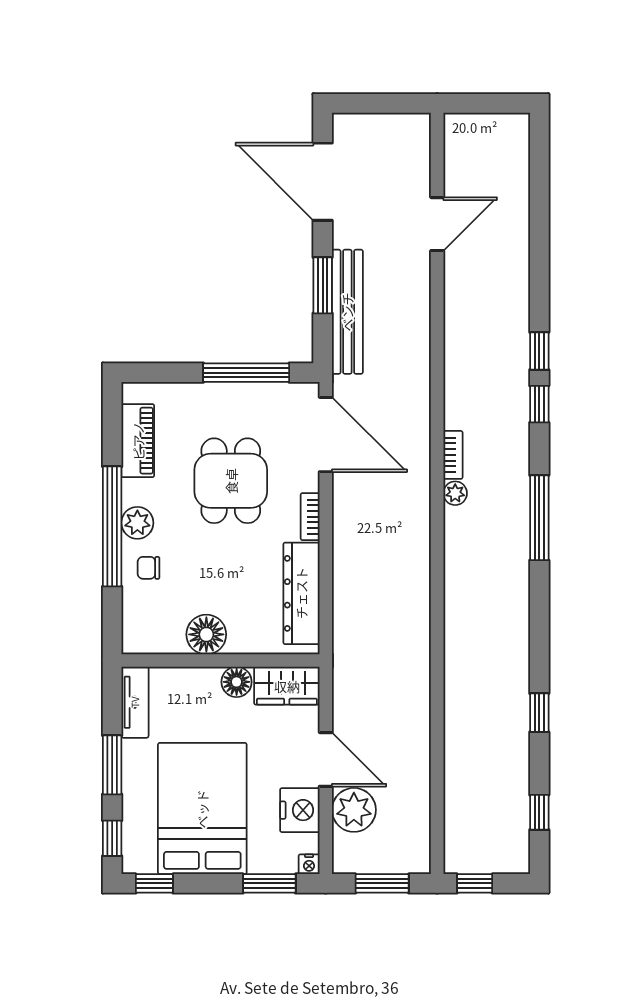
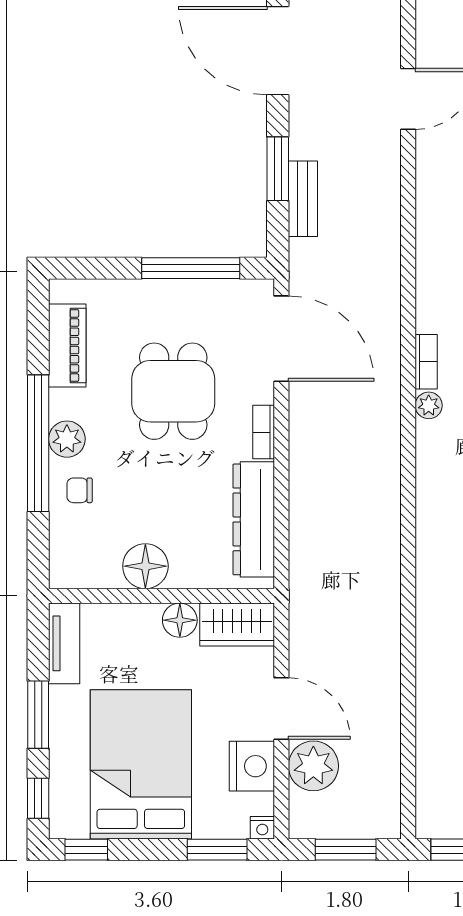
bench: (347, 312) -> (303, 199), width x0.54, depth x0.82

